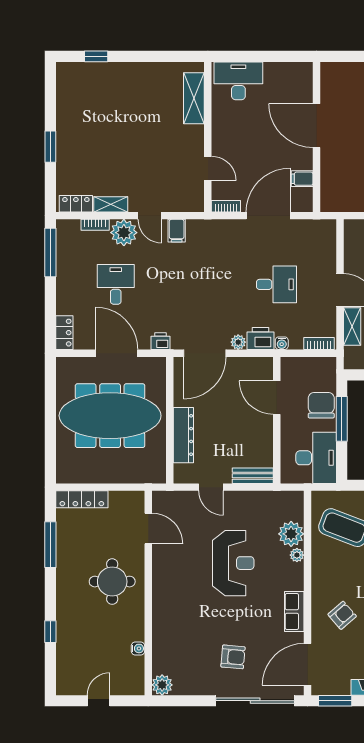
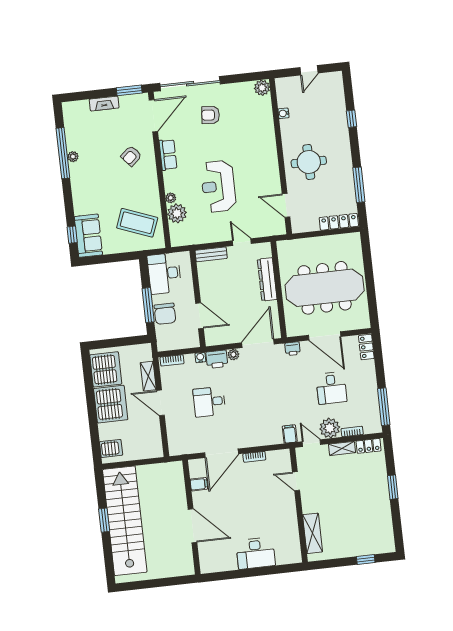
shelving: (194, 98) -> (313, 533), moved
wall: (208, 137) -> (299, 505), moved
door: (208, 168) -> (296, 481), moved

